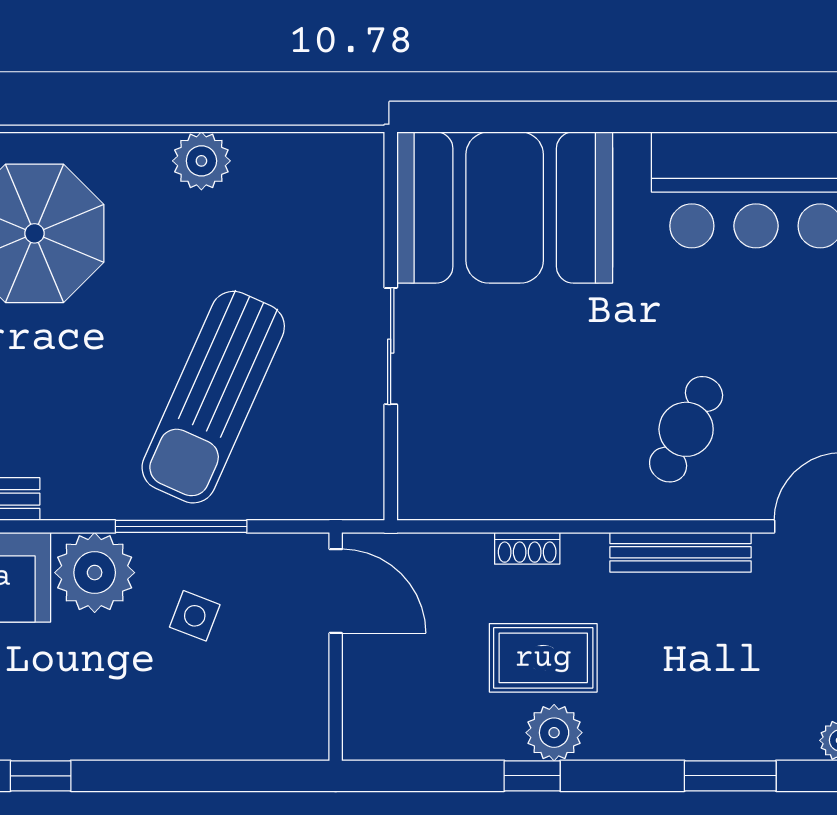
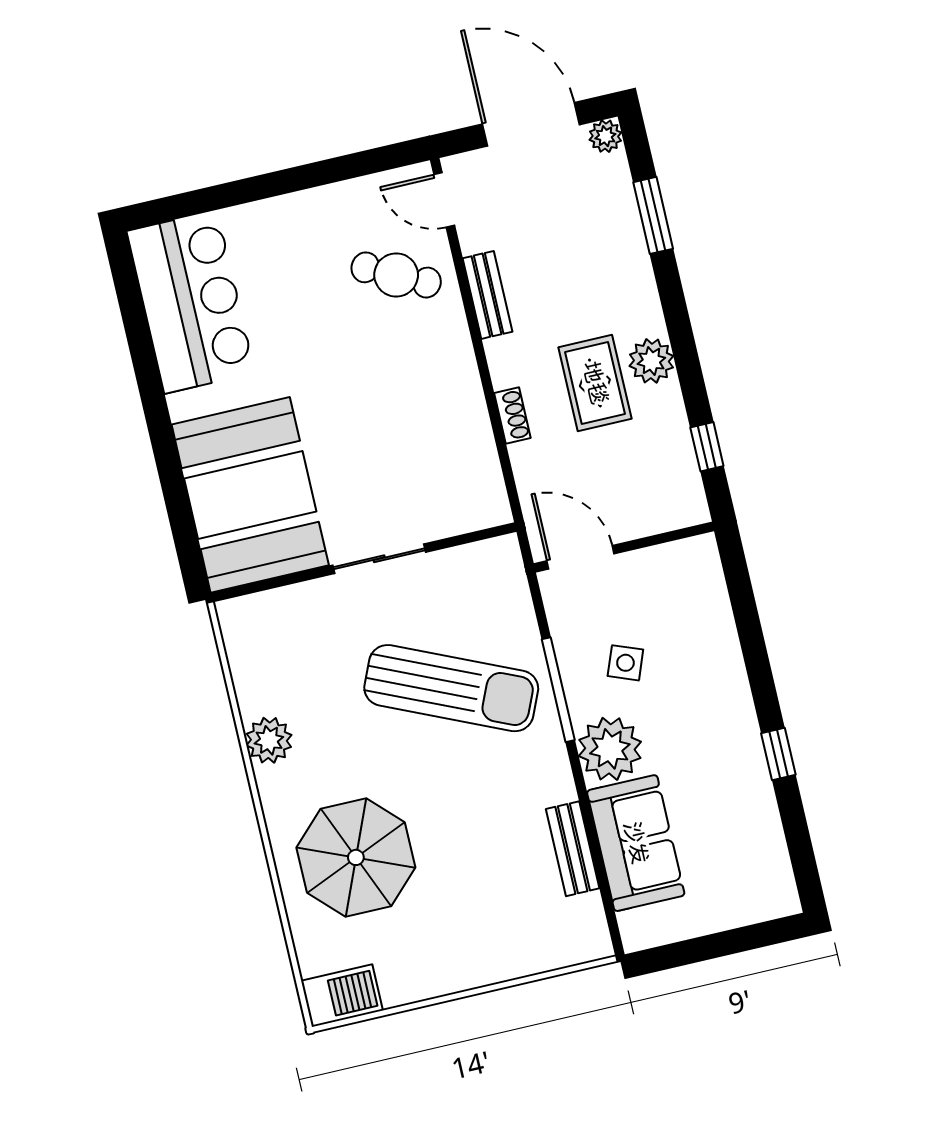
cafe table: (686, 429) -> (396, 275), moved
bench: (681, 552) -> (488, 295), width x0.73
door: (336, 591) -> (581, 557), hinge flipped
window: (532, 776) -> (707, 447), moved

